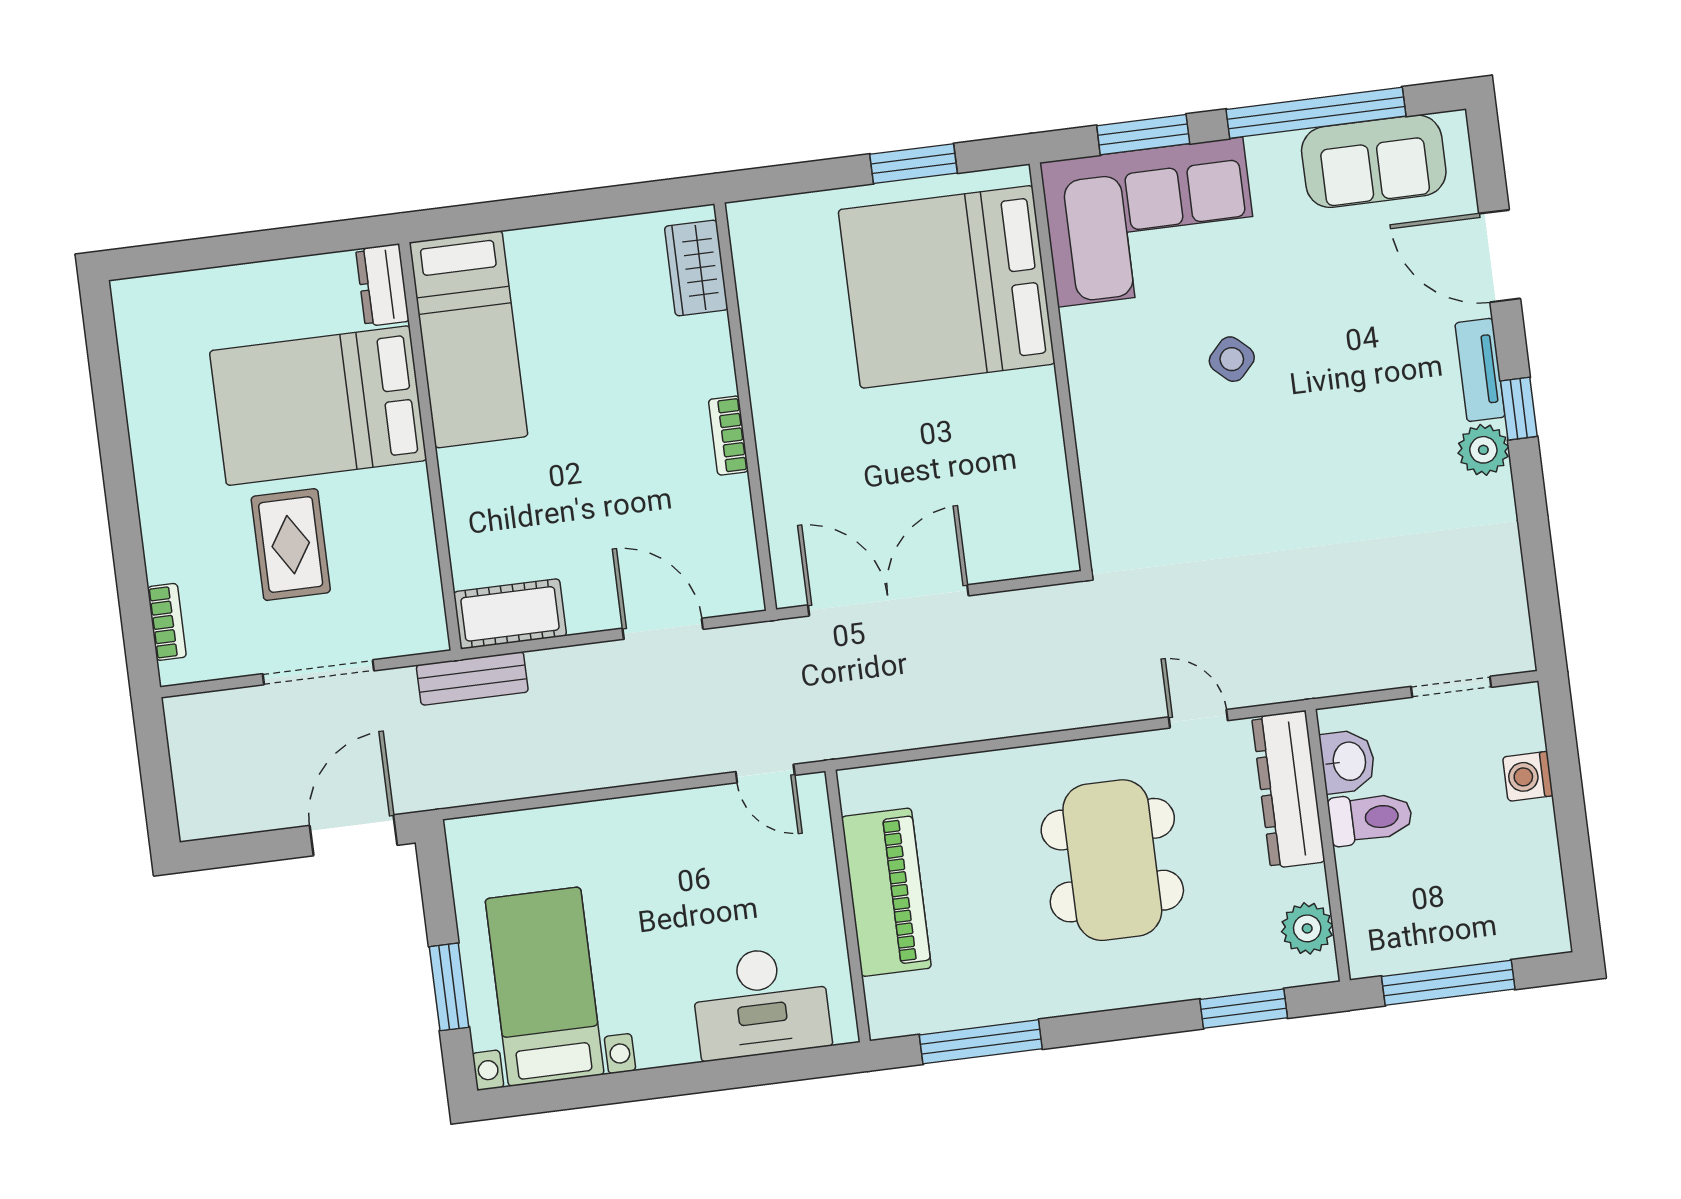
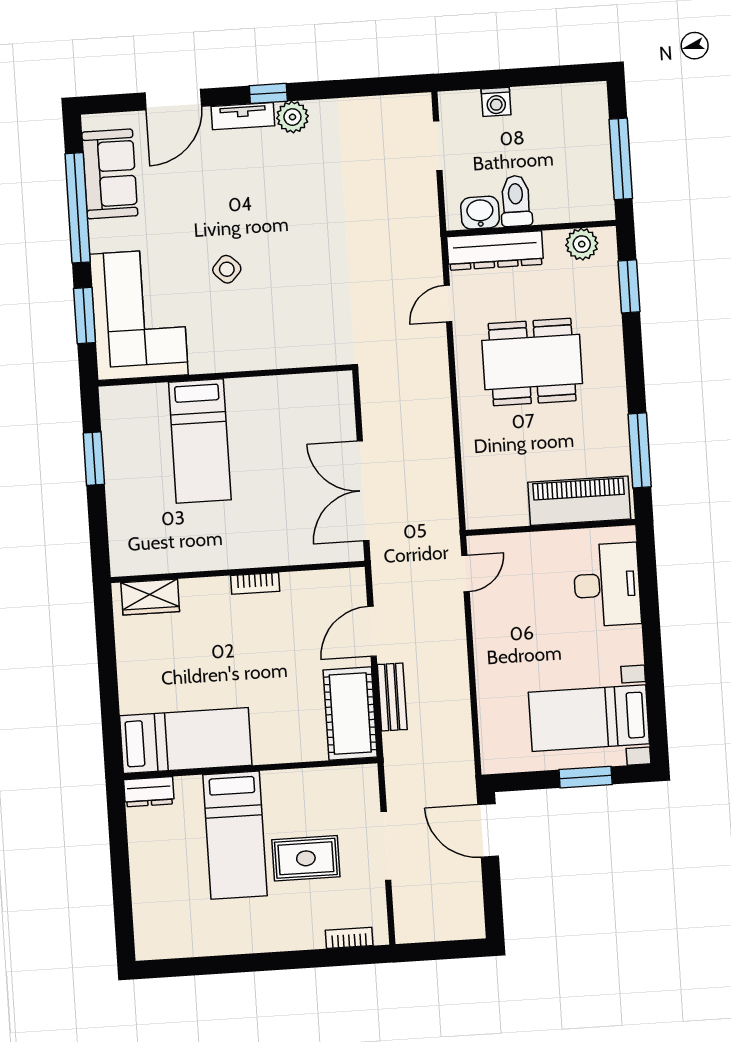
bed: (947, 287) -> (200, 441), width x0.49
bed: (318, 406) -> (235, 835), width x0.67
cot: (510, 614) -> (350, 713), width x1.37, depth x1.34
bench: (472, 679) -> (392, 697), moved
piano: (886, 892) -> (579, 501), moved

